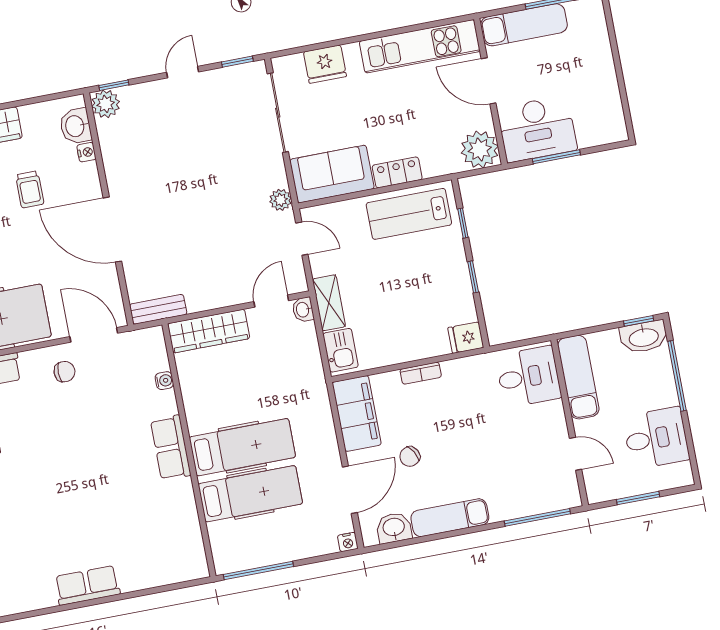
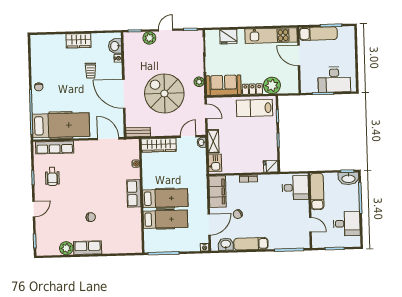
plant: (106, 104) -> (149, 38), moved
desk: (537, 129) -> (334, 80), moved
plant: (480, 149) -> (272, 85), moved
plant: (281, 200) -> (199, 82), moved
spiral stairs: (203, 214) -> (164, 94), added
chair: (64, 372) -> (91, 217), moved
plant: (40, 594) -> (66, 248), added

